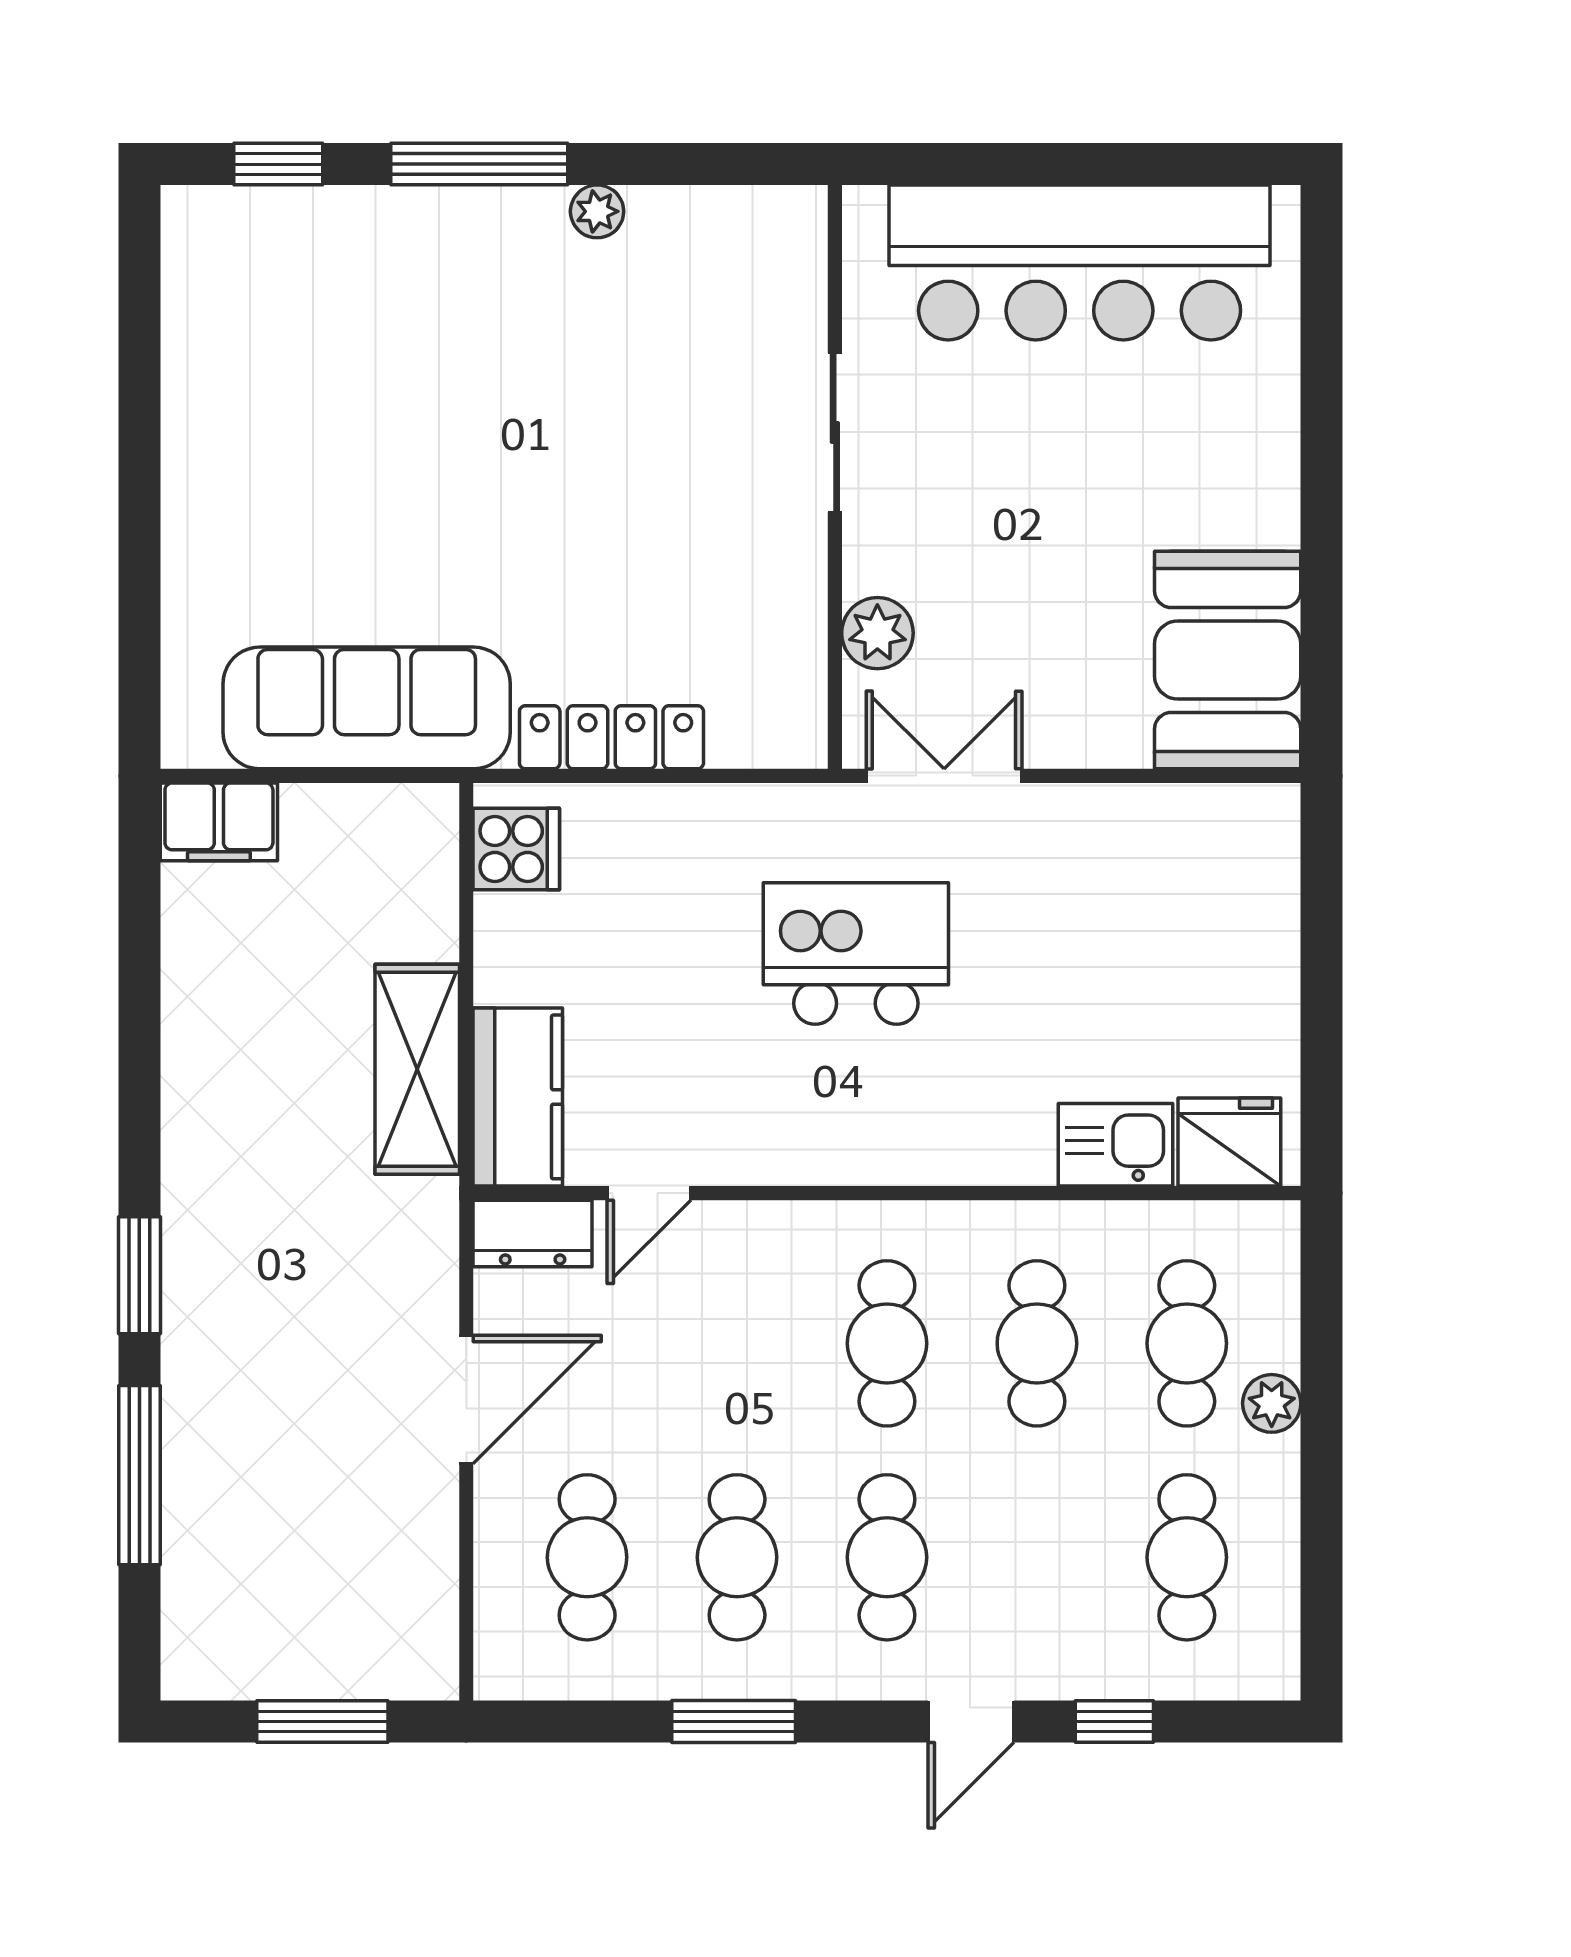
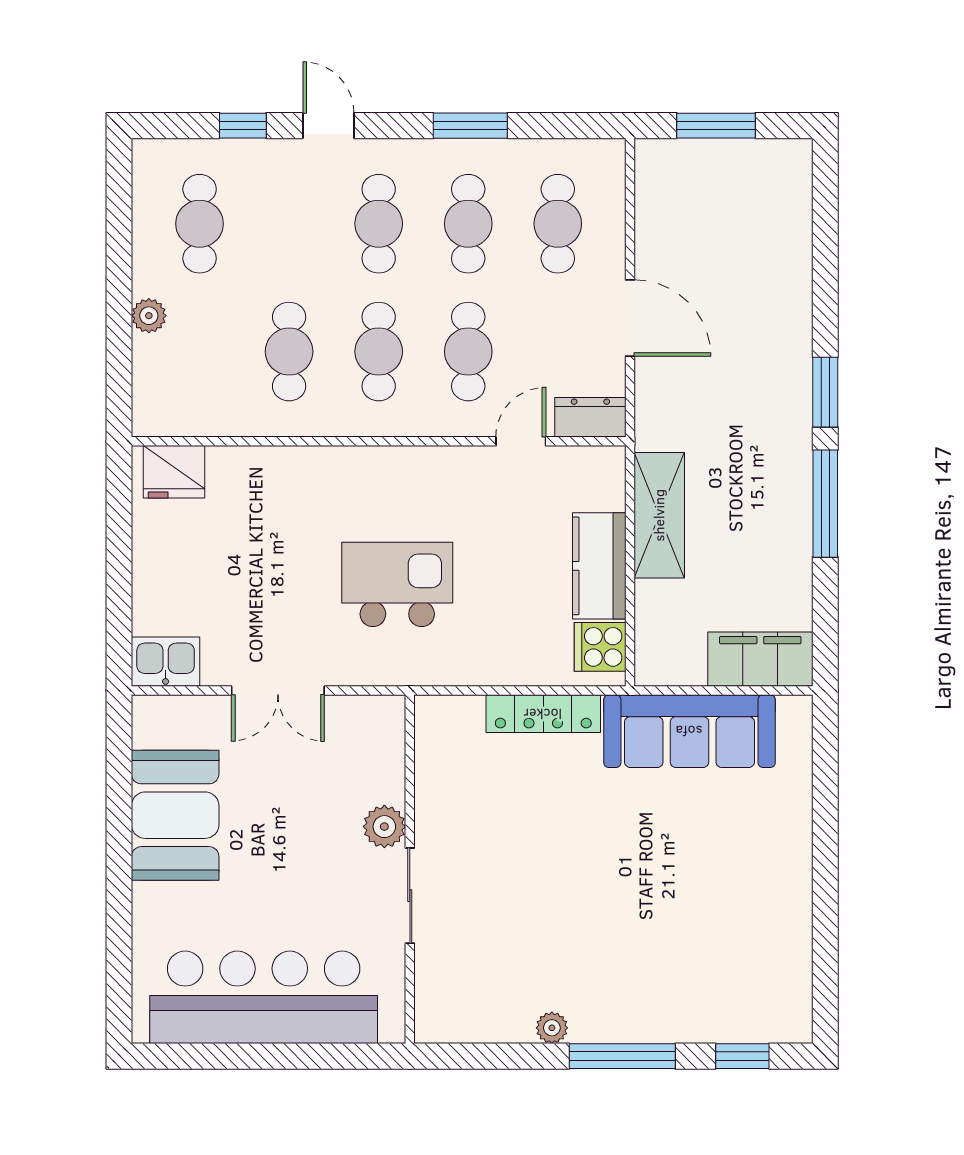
plant: (877, 633) -> (384, 827), moved
booth: (1228, 660) -> (175, 815), moved
double door: (944, 776) -> (278, 691), moved
filing cabinet: (219, 822) -> (760, 659), width x1.50, depth x1.17
kitchen island: (856, 954) -> (397, 584), turned 180
kitchen counter: (518, 1097) -> (599, 566), moved
kitchen sink: (1115, 1145) -> (166, 662), moved, turned 180
cafe table: (1187, 1343) -> (468, 352), moved
door: (466, 1400) -> (630, 318), swing flipped
window: (139, 1475) -> (825, 504), moved
door: (971, 1722) -> (328, 126), hinge flipped

